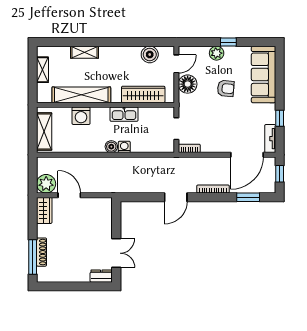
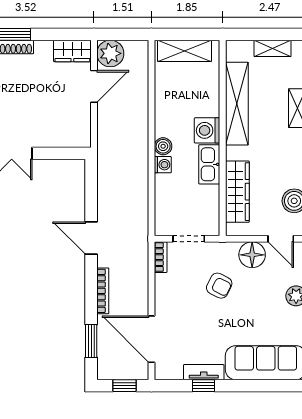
armchair: (226, 88) -> (219, 286), moved, turned -68
washing machine: (81, 116) -> (207, 130), moved
tv unit: (270, 139) -> (204, 372), moved

